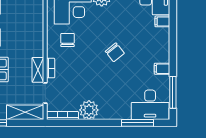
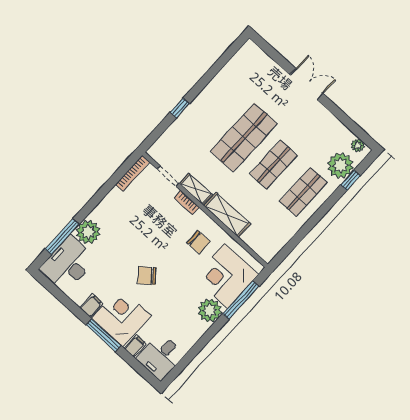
corner desk: (153, 45) -> (121, 317), added
window: (173, 92) -> (104, 335), moved
plant: (89, 110) -> (88, 232), moved
shelving: (25, 112) -> (227, 215), moved, turned 90

